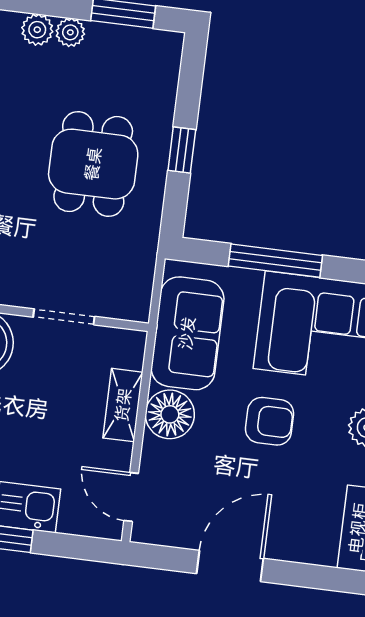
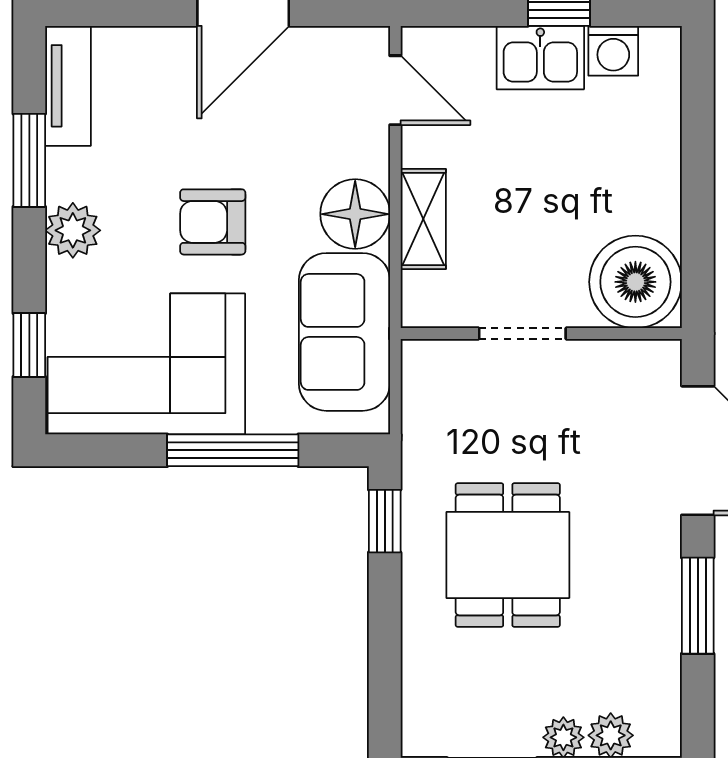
window: (182, 150) -> (385, 521), moved

